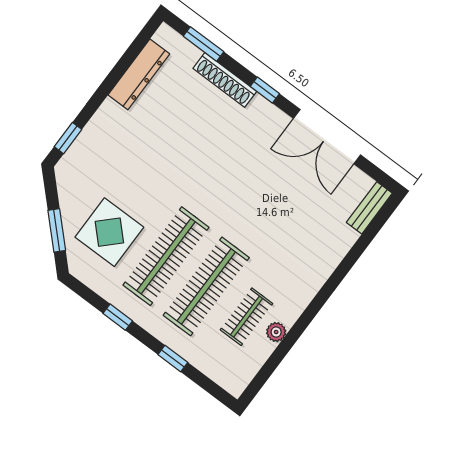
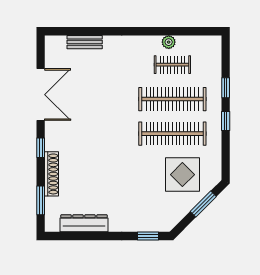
bench: (369, 208) -> (85, 42), moved
window: (118, 317) -> (226, 121), moved

